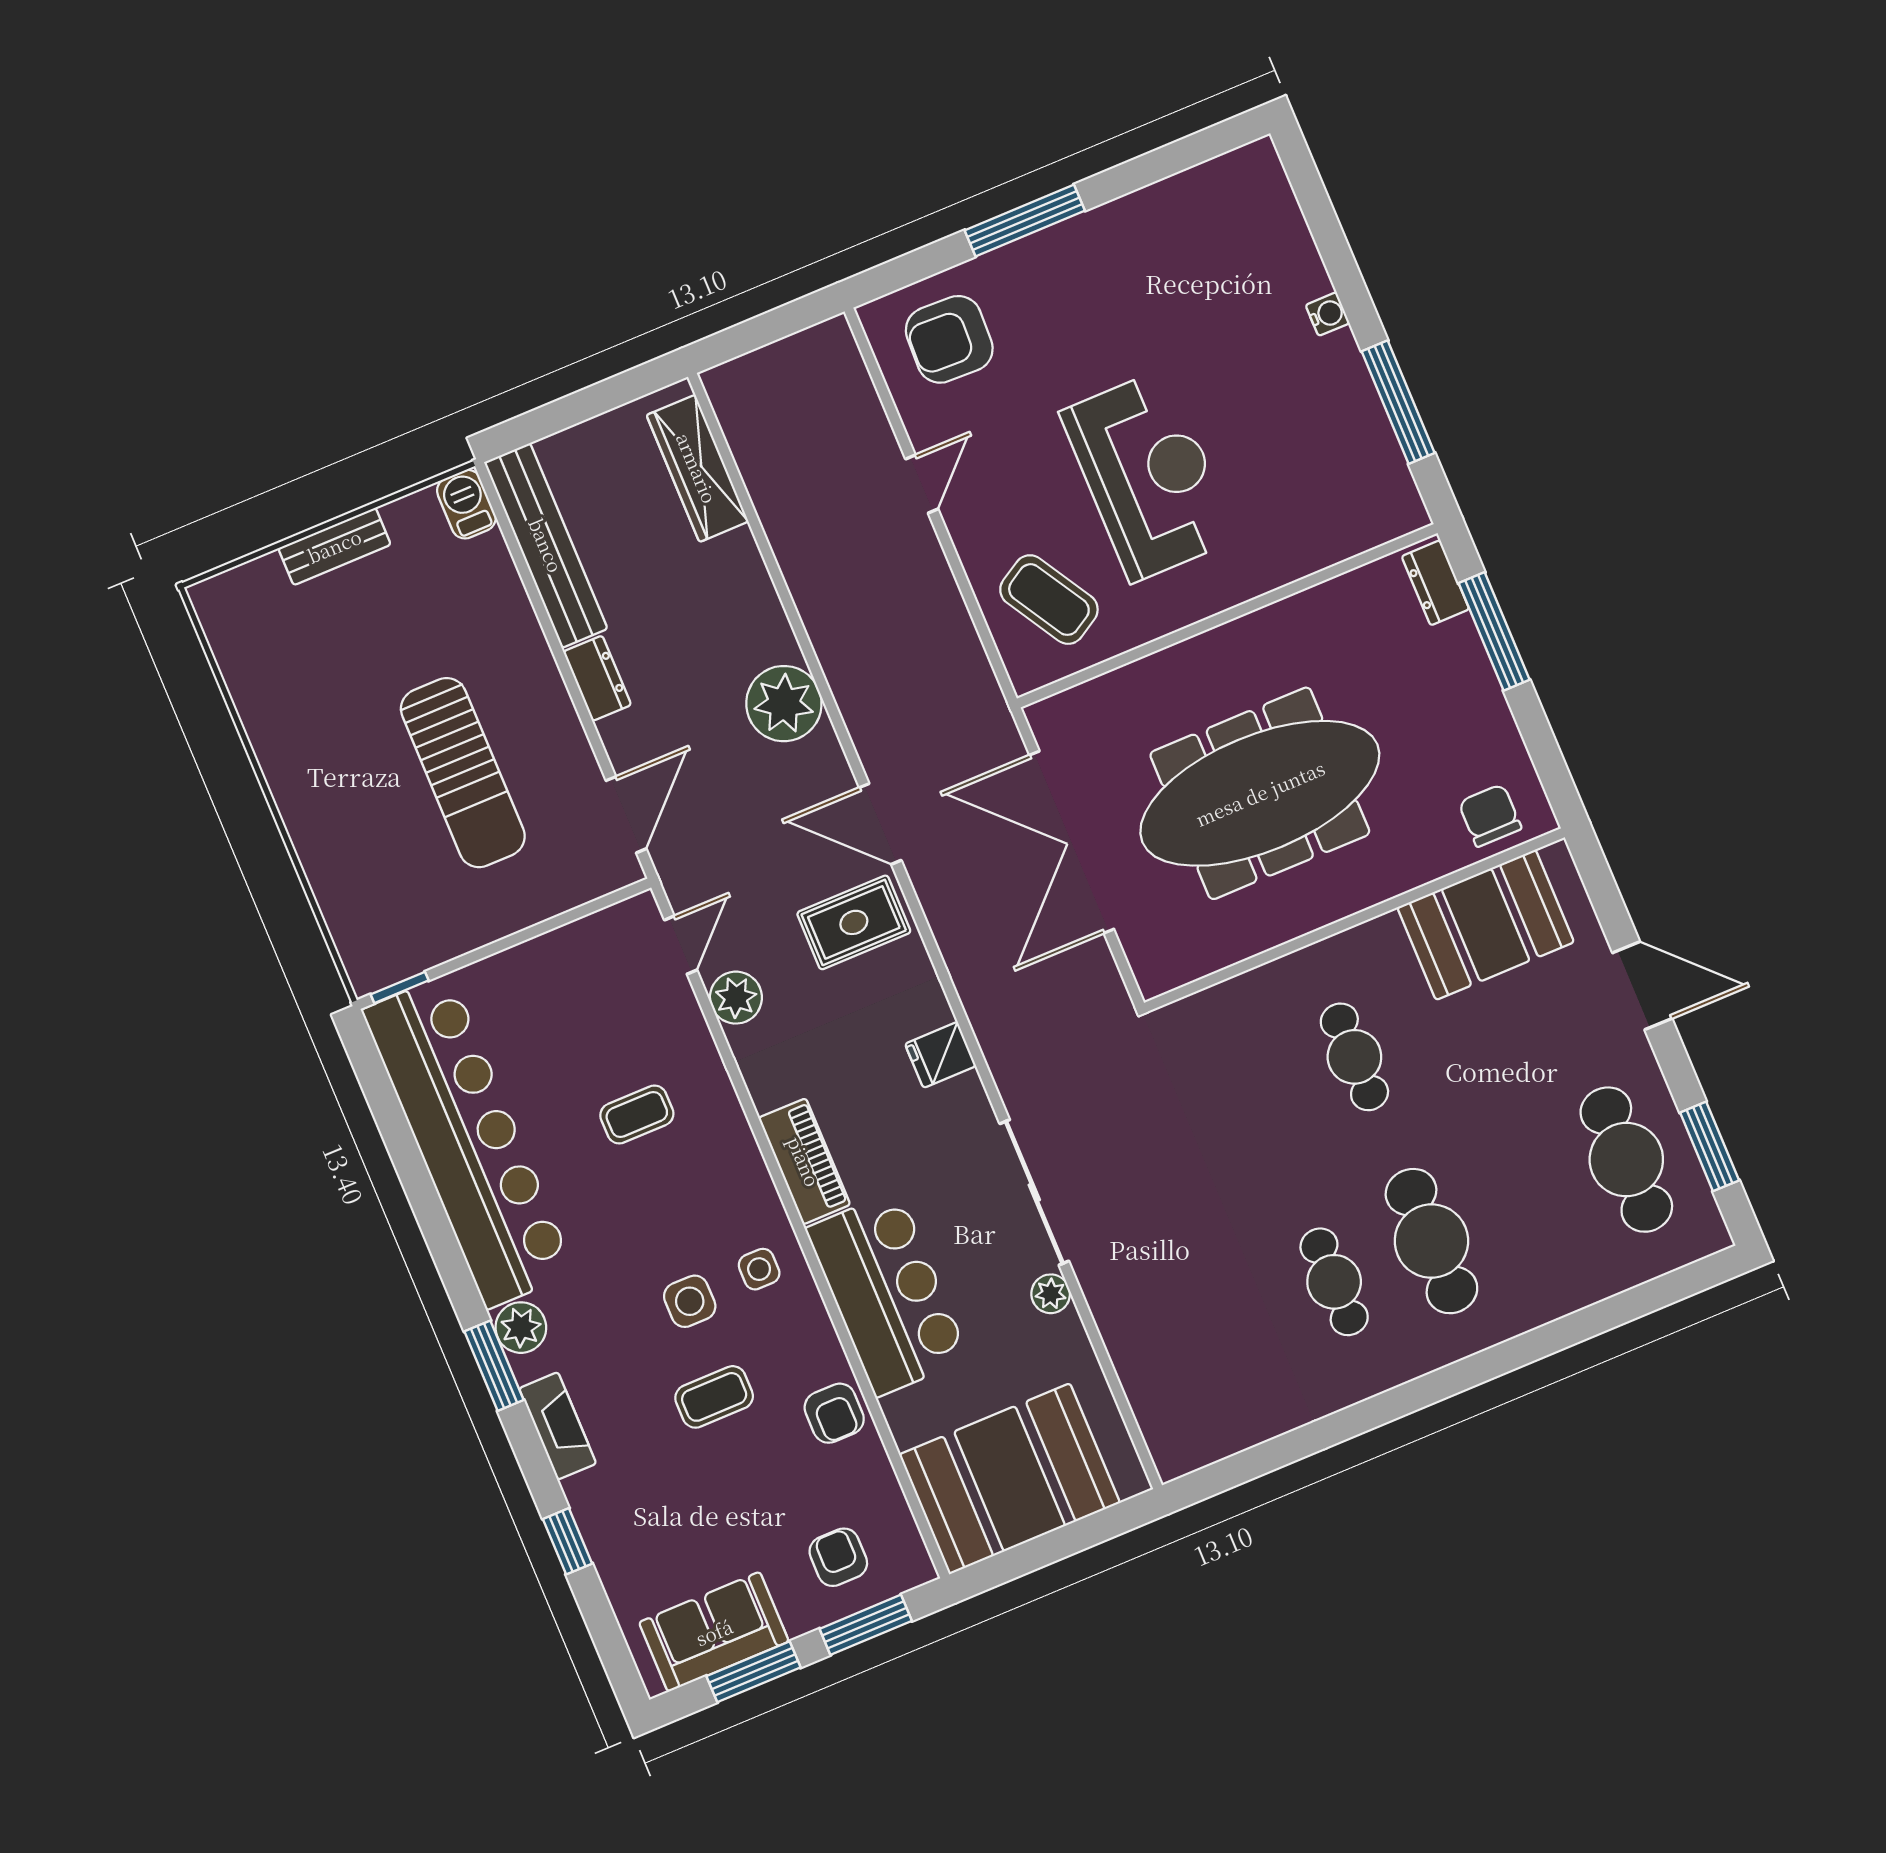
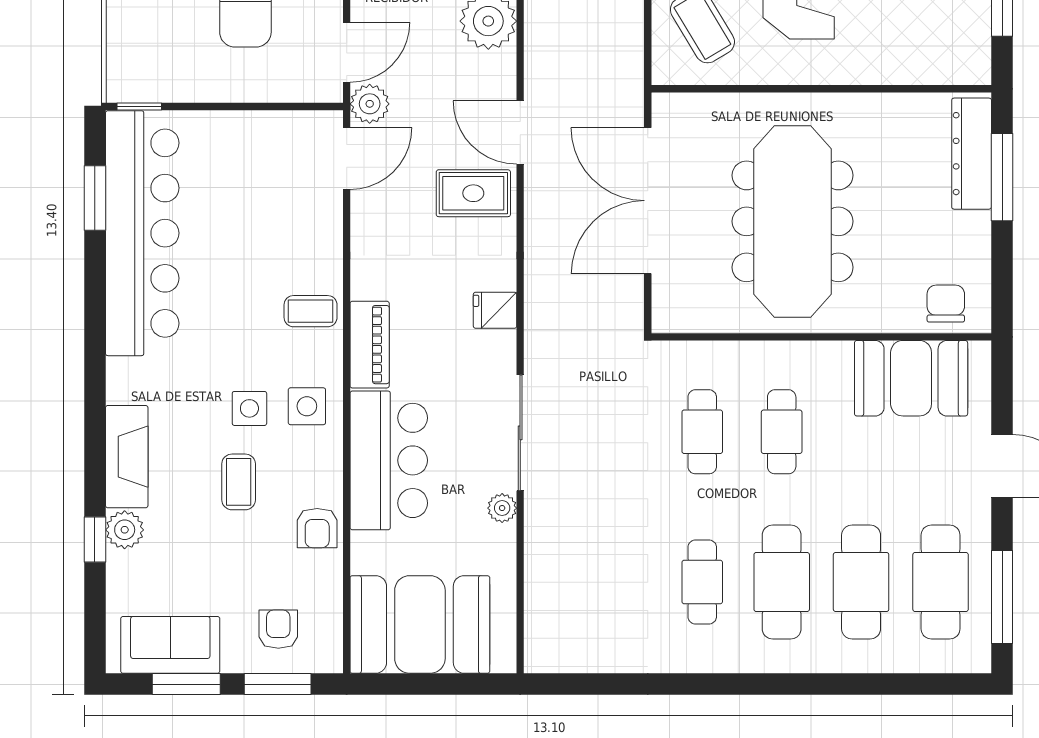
dresser: (1435, 583) -> (972, 154), width x1.96, depth x1.24
meeting table: (1260, 793) -> (793, 221), turned 90
door: (681, 945) -> (347, 159), width x1.38
plant: (736, 998) -> (370, 104), moved
cafe table: (1257, 1098) -> (702, 432), added
coffee table: (637, 1114) -> (311, 311), moved
window: (1710, 1146) -> (1002, 597), width x1.44
cafe table: (1529, 1200) -> (861, 582), added
side table: (759, 1269) -> (307, 406), width x1.37, depth x1.37
plant: (521, 1328) -> (125, 530), moved
window: (494, 1366) -> (95, 198), moved
coffee table: (714, 1397) -> (239, 482), turned 90
fireplace: (558, 1426) -> (127, 457), width x1.37, depth x1.32

